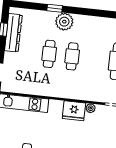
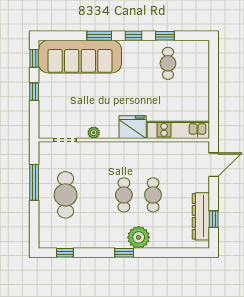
window: (55, 8) -> (124, 253), moved
fridge: (74, 111) -> (133, 127), moved

